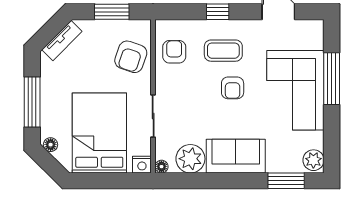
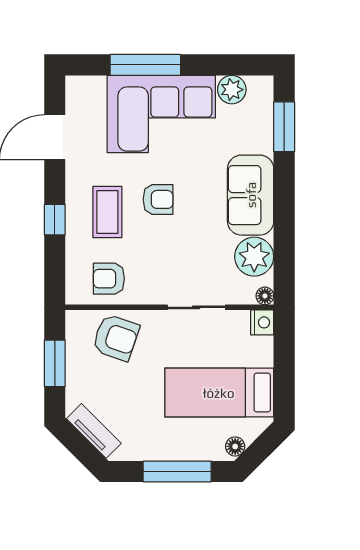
bed: (99, 133) -> (219, 393), width x0.67
plant: (313, 160) -> (232, 90), moved

